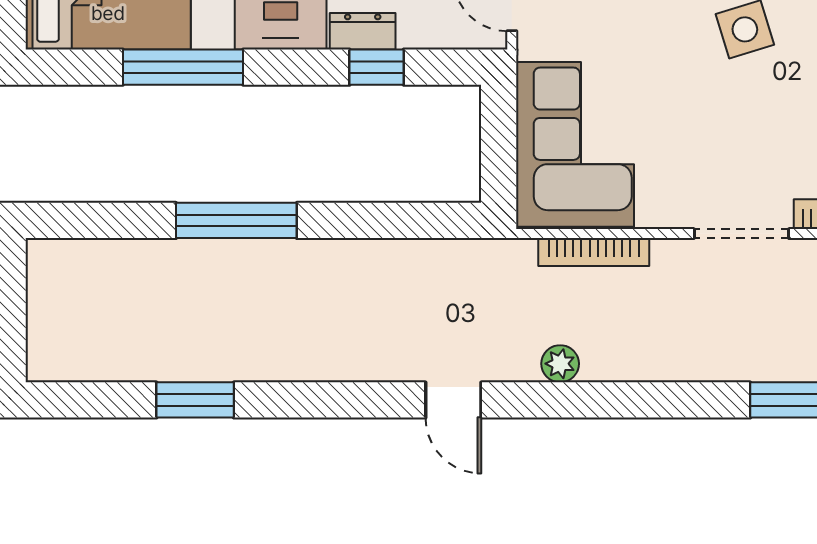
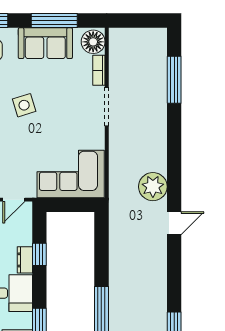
bookcase: (594, 252) -> (114, 166), removed
plant: (560, 364) -> (153, 187), width x1.88, depth x1.88

